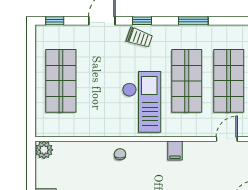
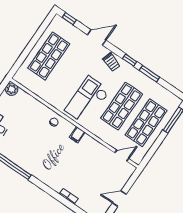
window: (142, 21) -> (130, 60), moved
checkout: (142, 102) -> (87, 100), turned 180
filing cabinet: (175, 151) -> (77, 135), moved

